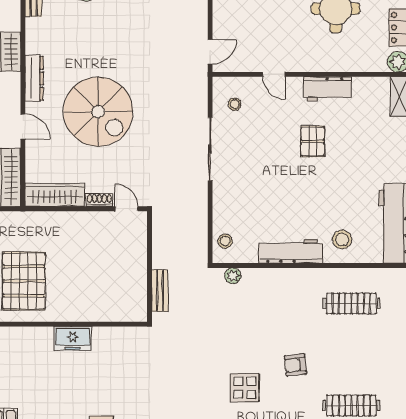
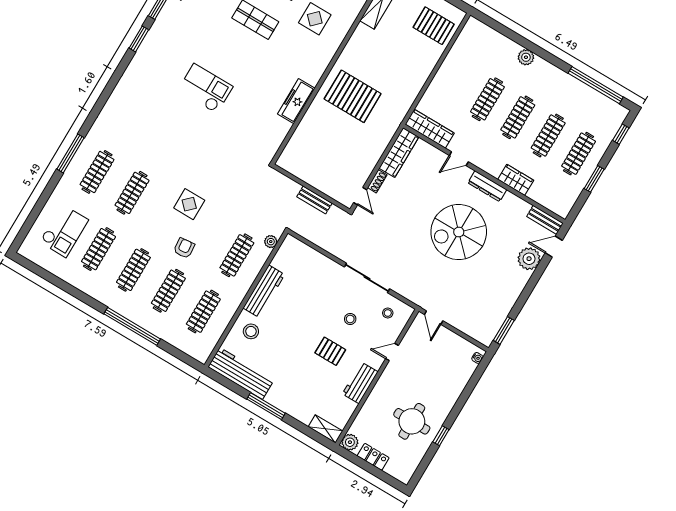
spiral stairs: (98, 112) -> (459, 232), moved
door: (126, 209) -> (360, 196), hinge flipped
stool: (225, 241) -> (350, 319), moved
bench: (160, 291) -> (314, 200), moved
clothes rail: (269, 303) -> (237, 255), added
freezer: (73, 339) -> (296, 101), width x1.40
clothes rail: (351, 354) -> (168, 291), added

